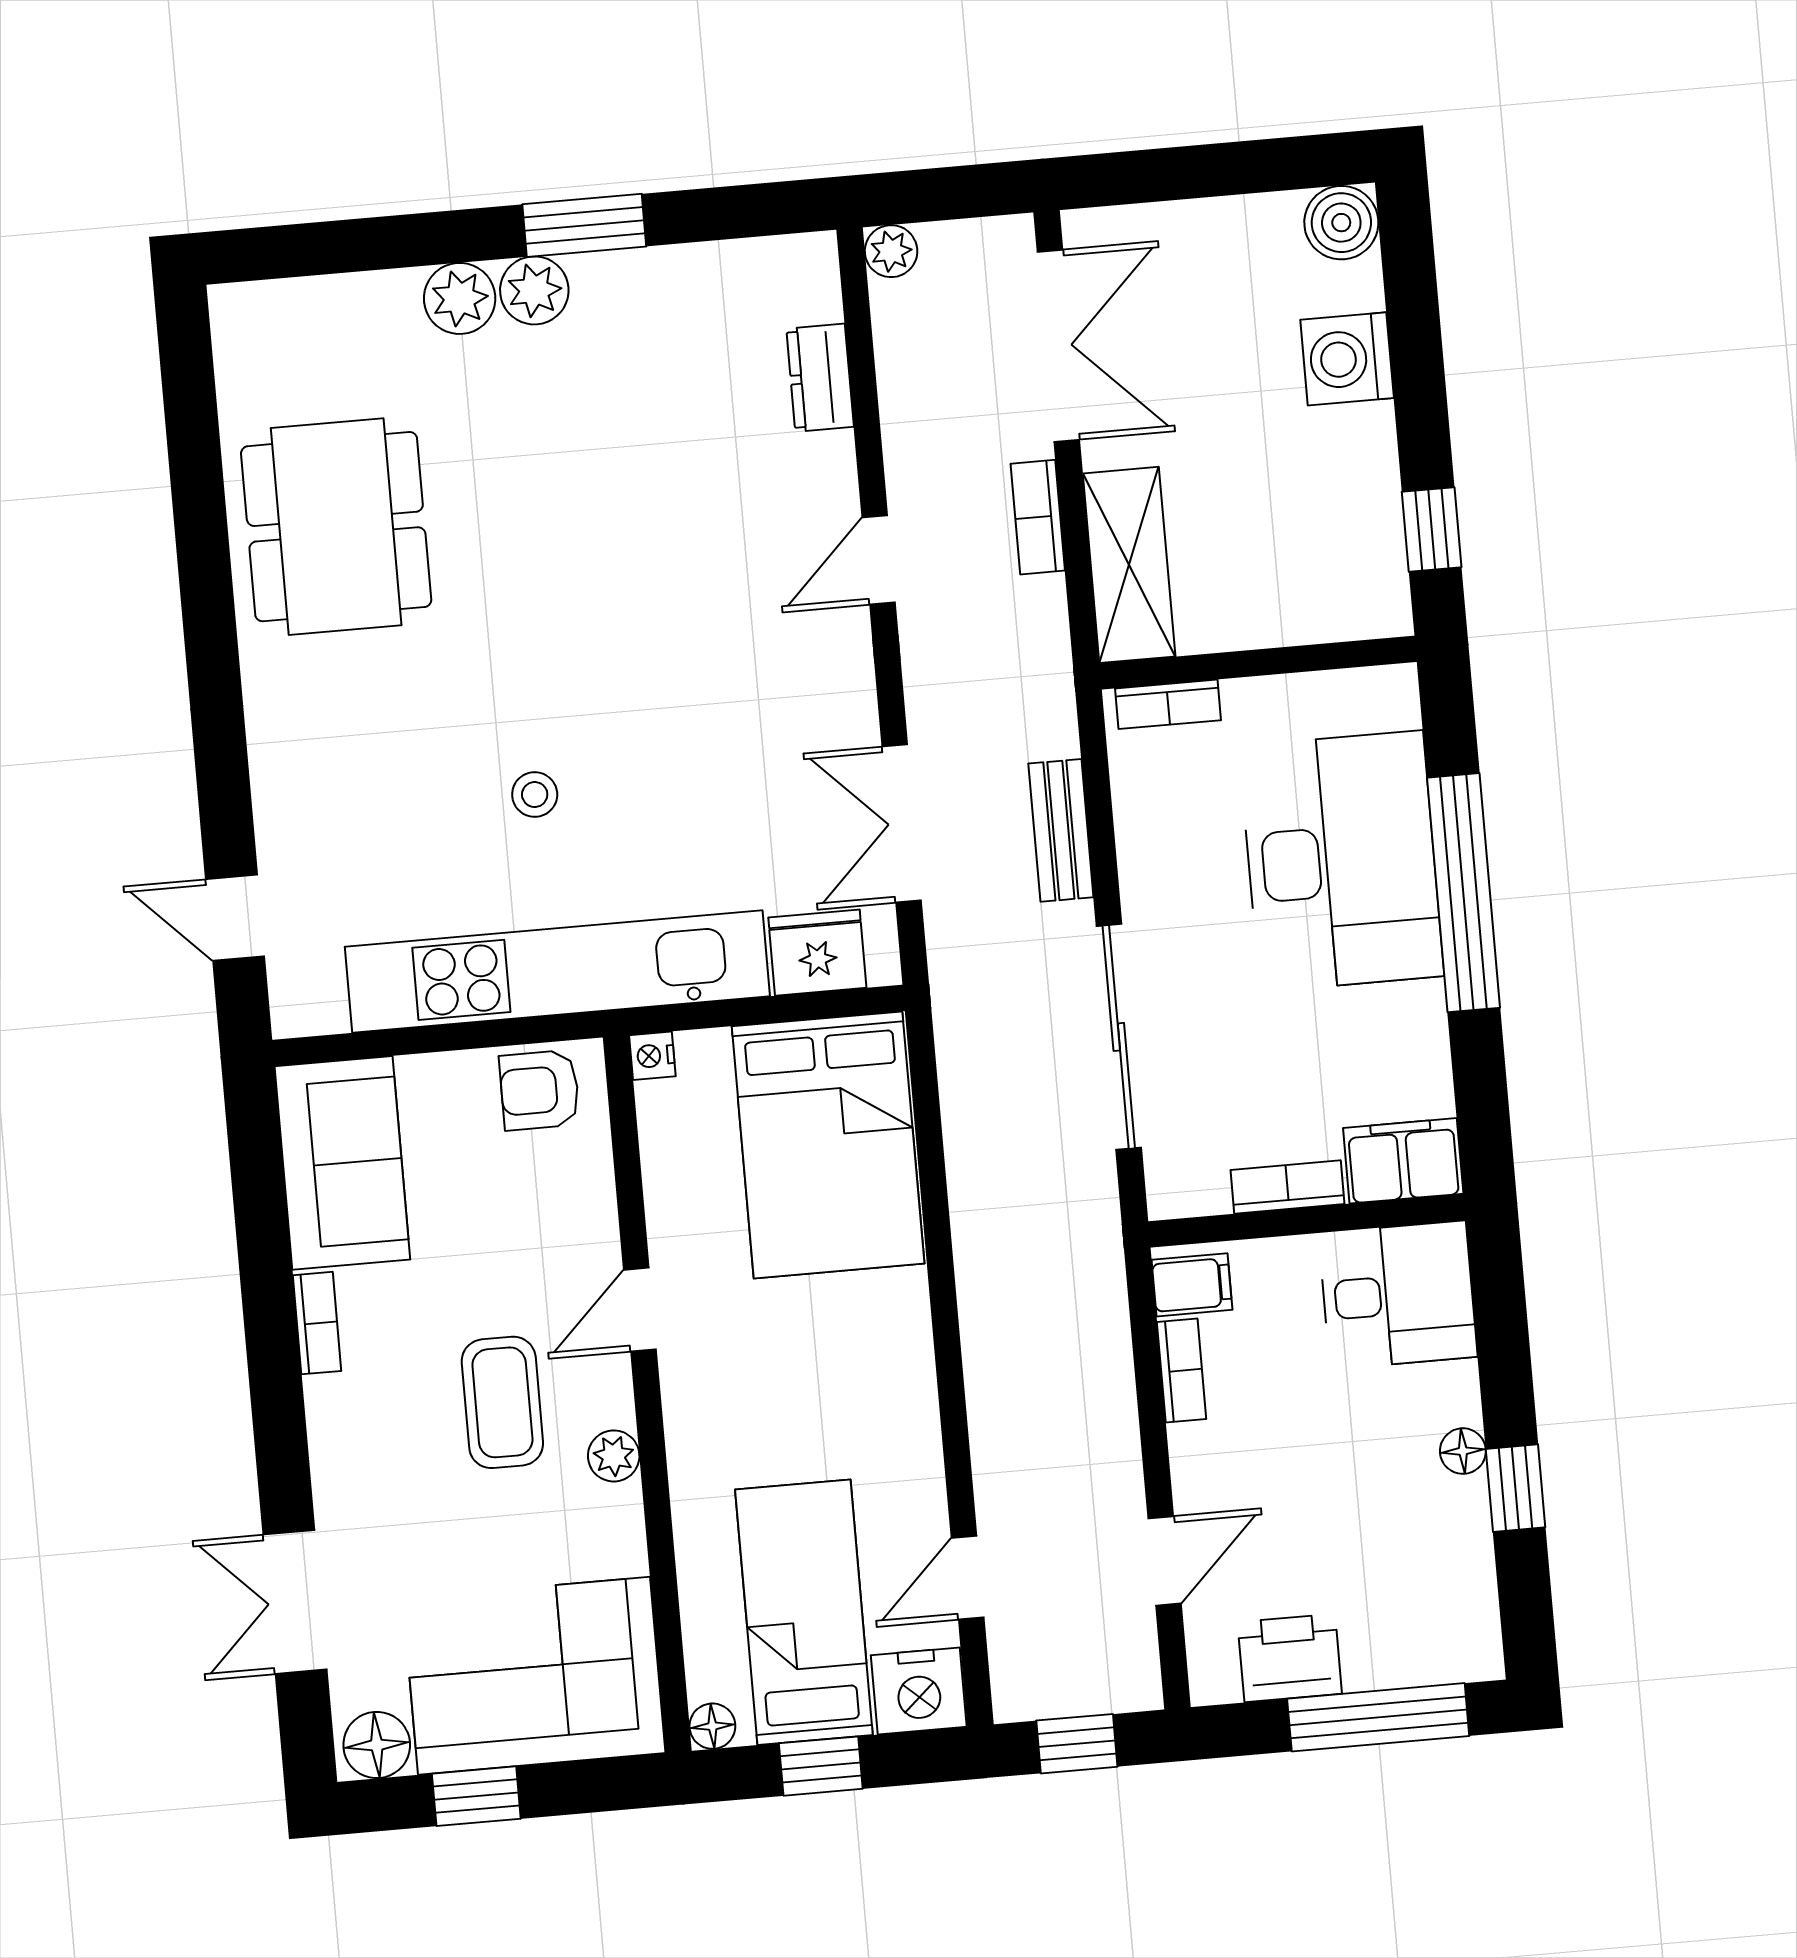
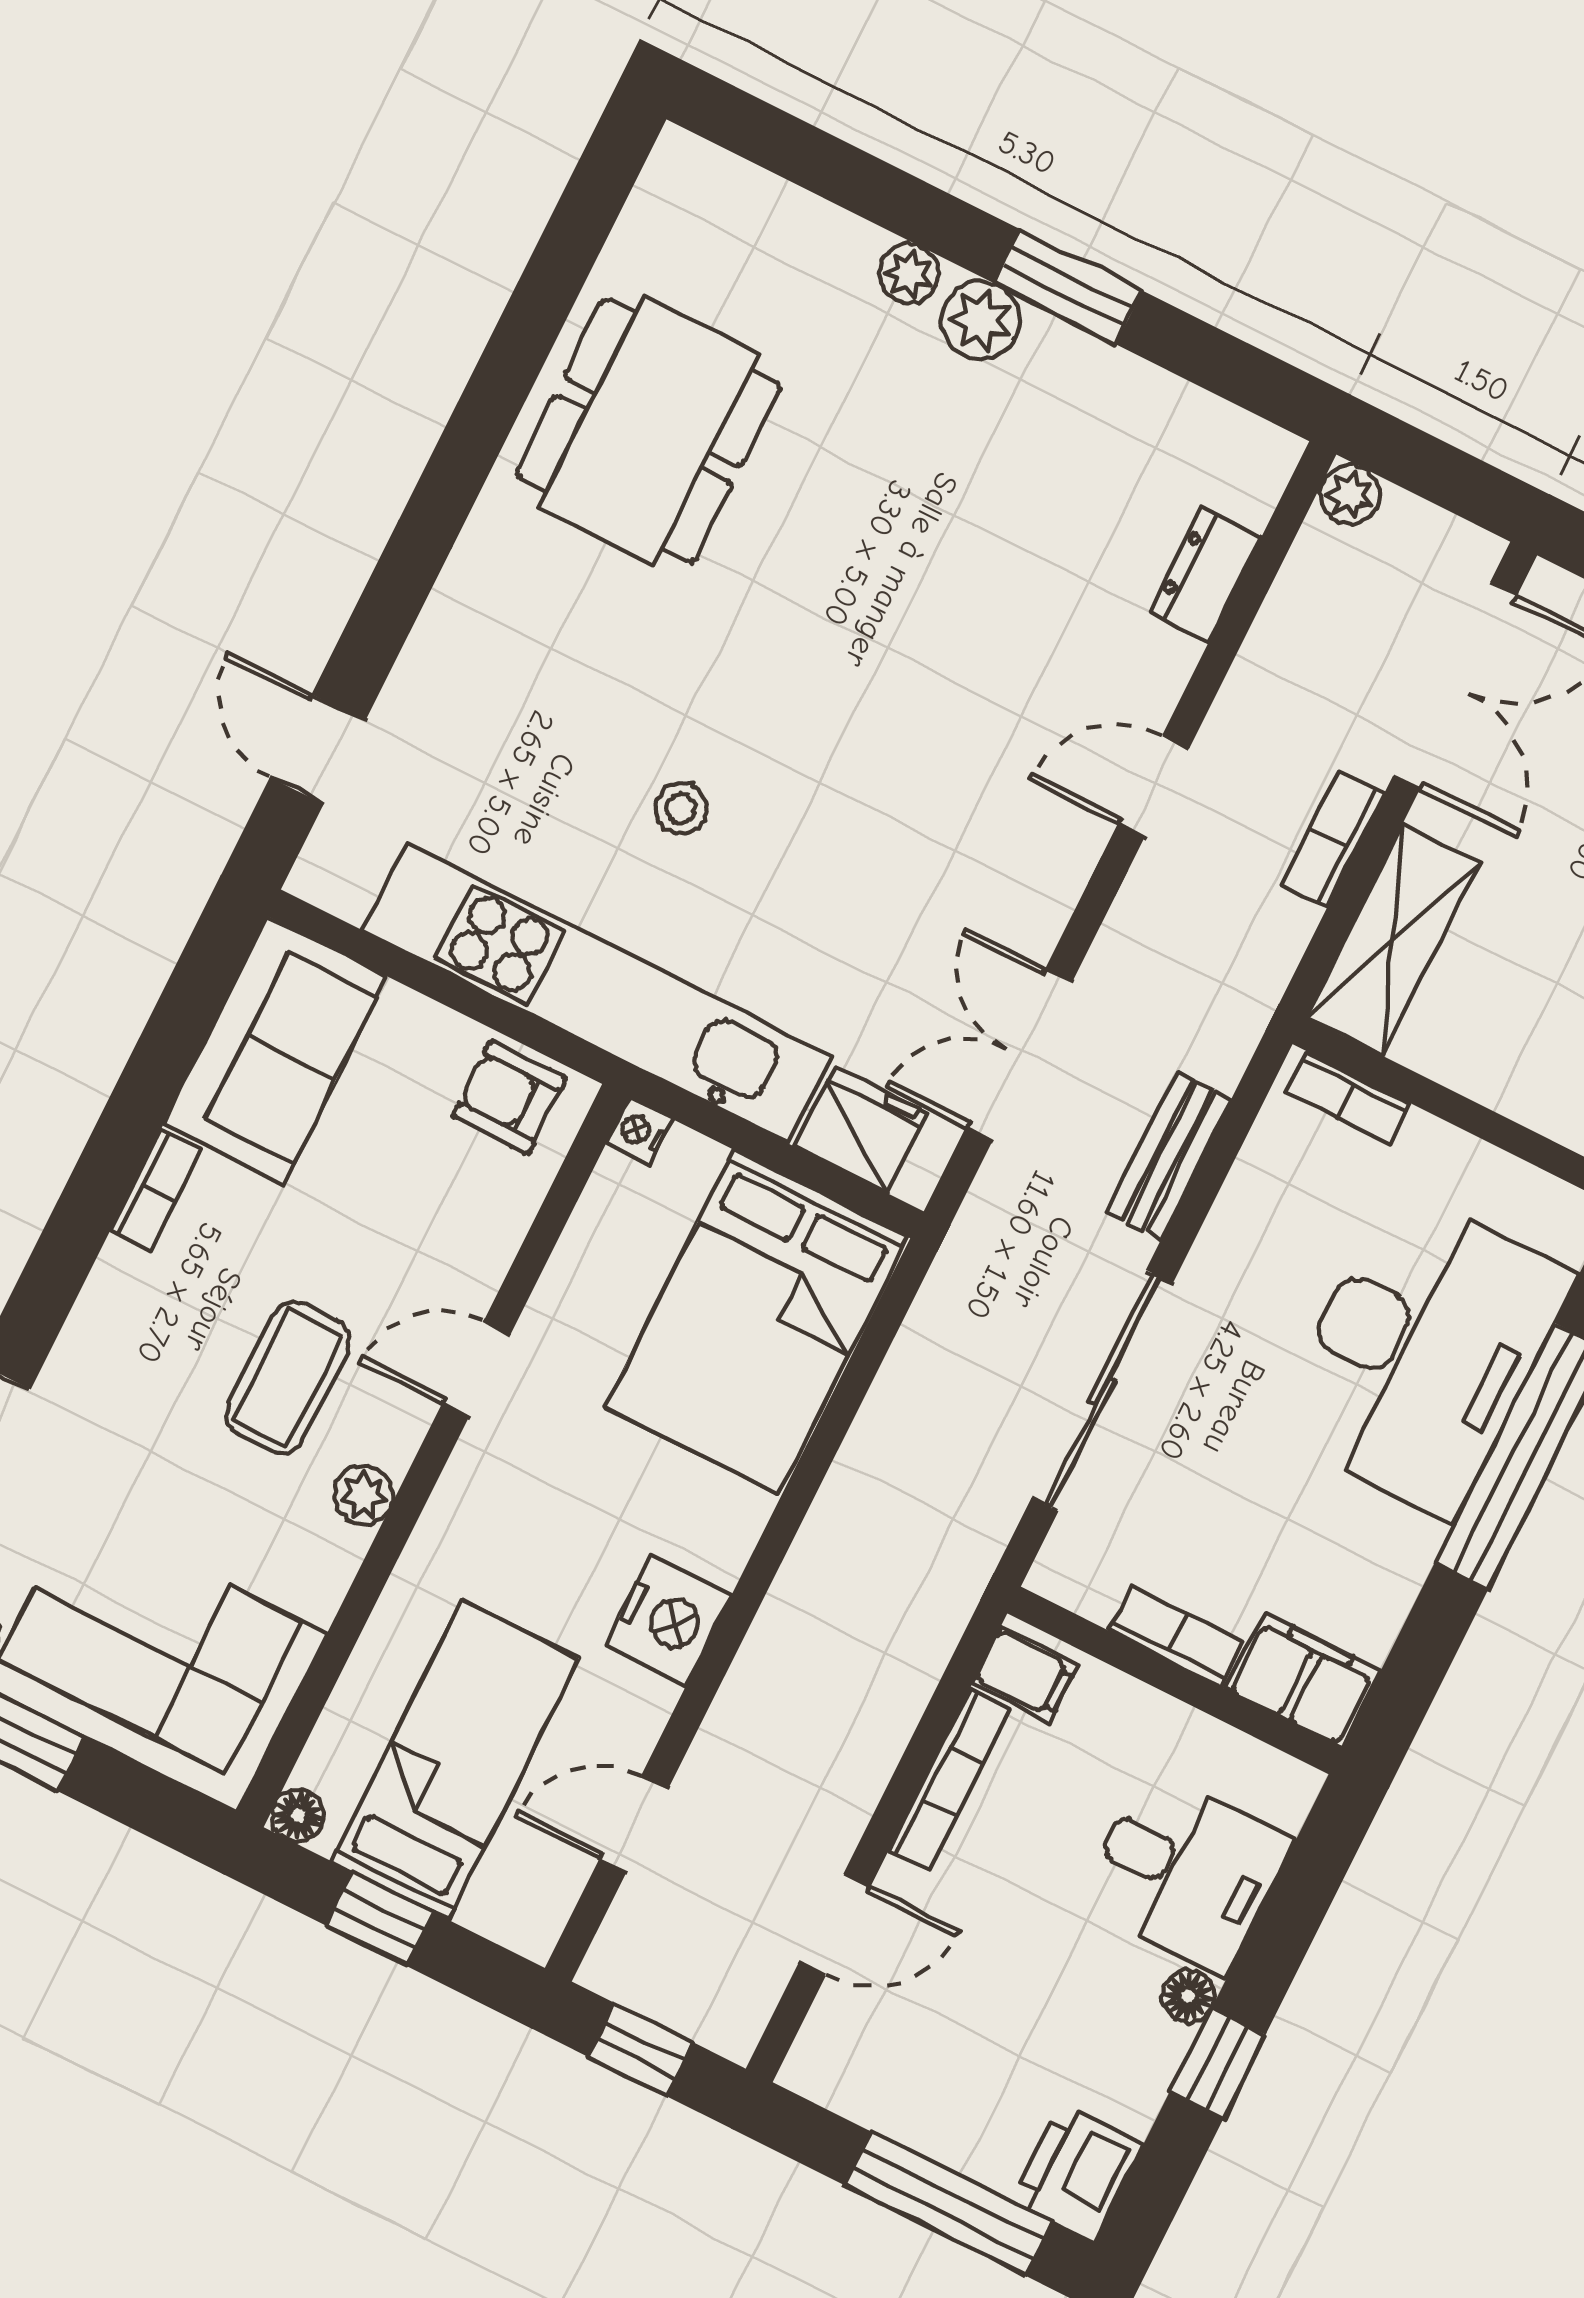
plant: (460, 298) -> (909, 273), width x0.73, depth x0.73
desk: (1398, 1295) -> (1186, 1872), moved
bookcase: (1182, 1370) -> (950, 1780), width x1.56
printer: (1290, 1658) -> (1078, 2173), moved, turned -90
nightstand: (919, 1691) -> (668, 1620), moved, turned -90

